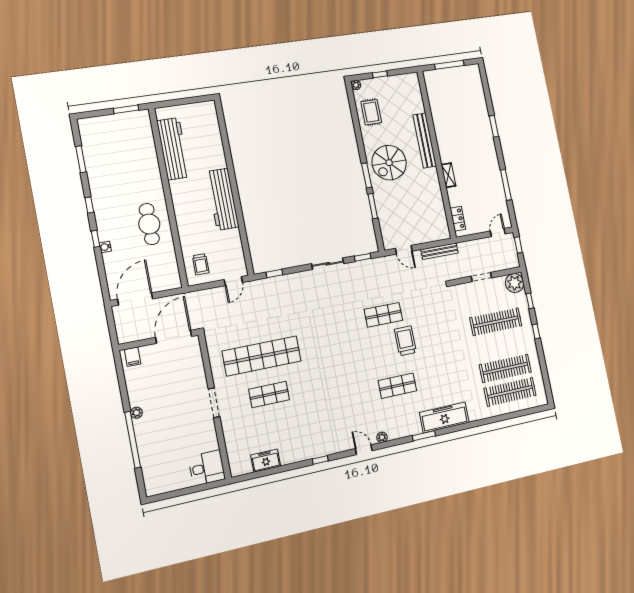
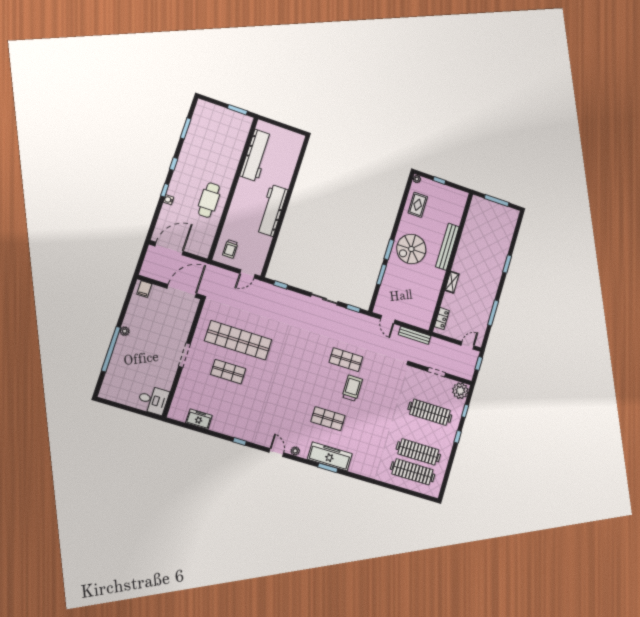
freezer: (444, 417) -> (330, 456), moved

